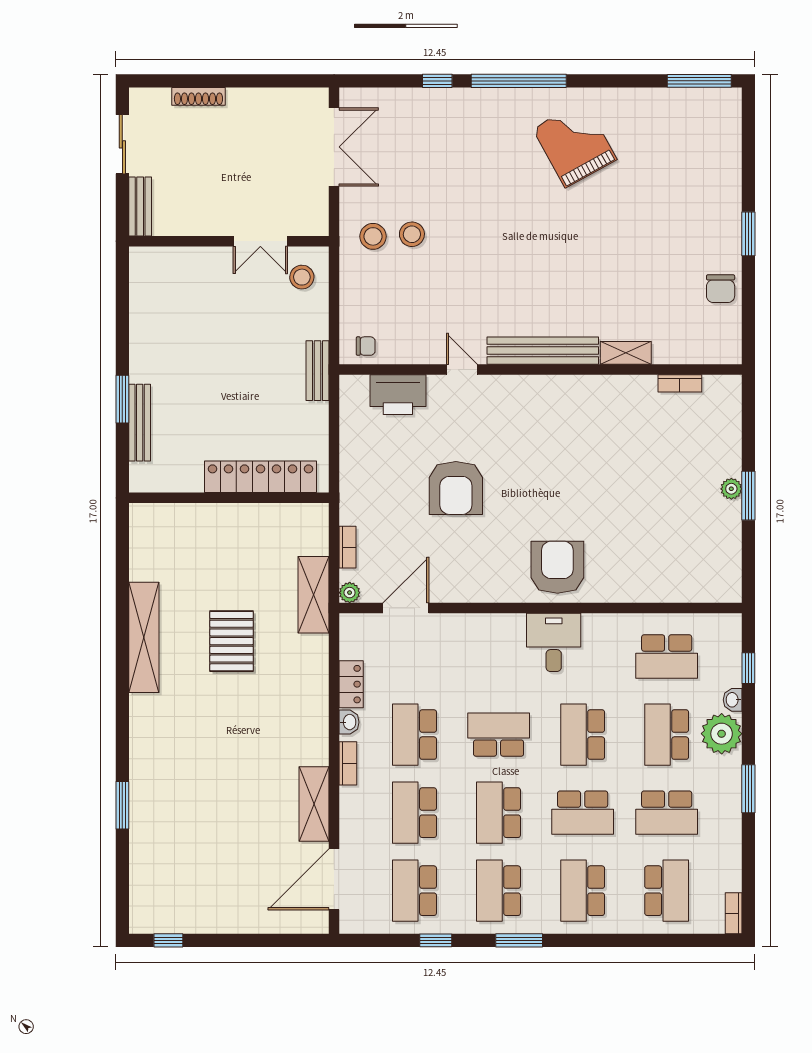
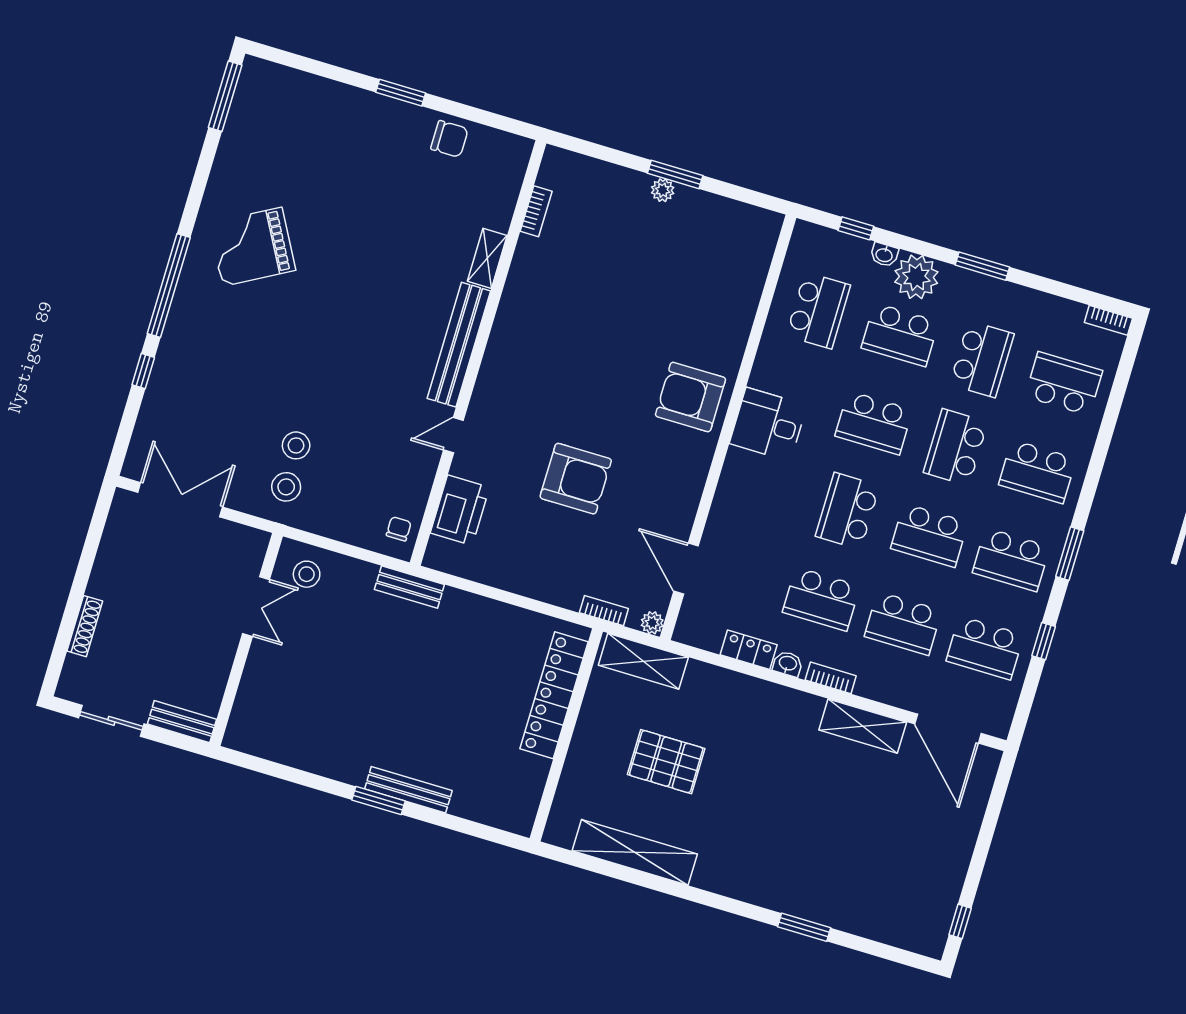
locker: (260, 477) -> (554, 695), moved
wall: (229, 498) -> (566, 735), moved
school desk: (583, 813) -> (956, 447), turned 180

